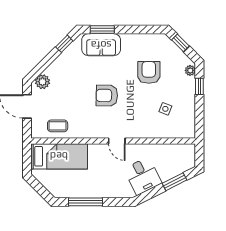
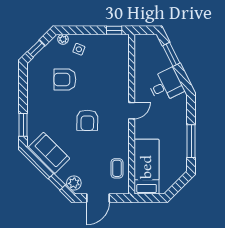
window: (64, 44) -> (57, 182), moved
sofa: (101, 45) -> (49, 153), moved, turned -45
window: (199, 86) -> (114, 30), moved
side table: (165, 109) -> (79, 49), moved

